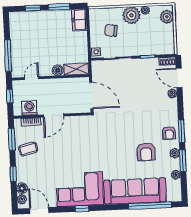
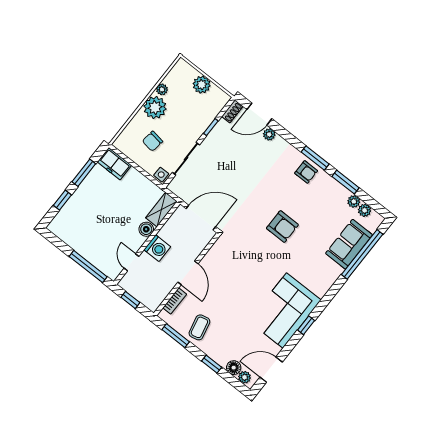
plant: (167, 17) -> (202, 85), moved
washing machine: (29, 108) -> (157, 248), moved, turned 180
armchair: (146, 152) -> (282, 227), moved
plant: (175, 153) -> (365, 210), moved
sofa: (135, 191) -> (349, 244), width x0.54, depth x0.79

